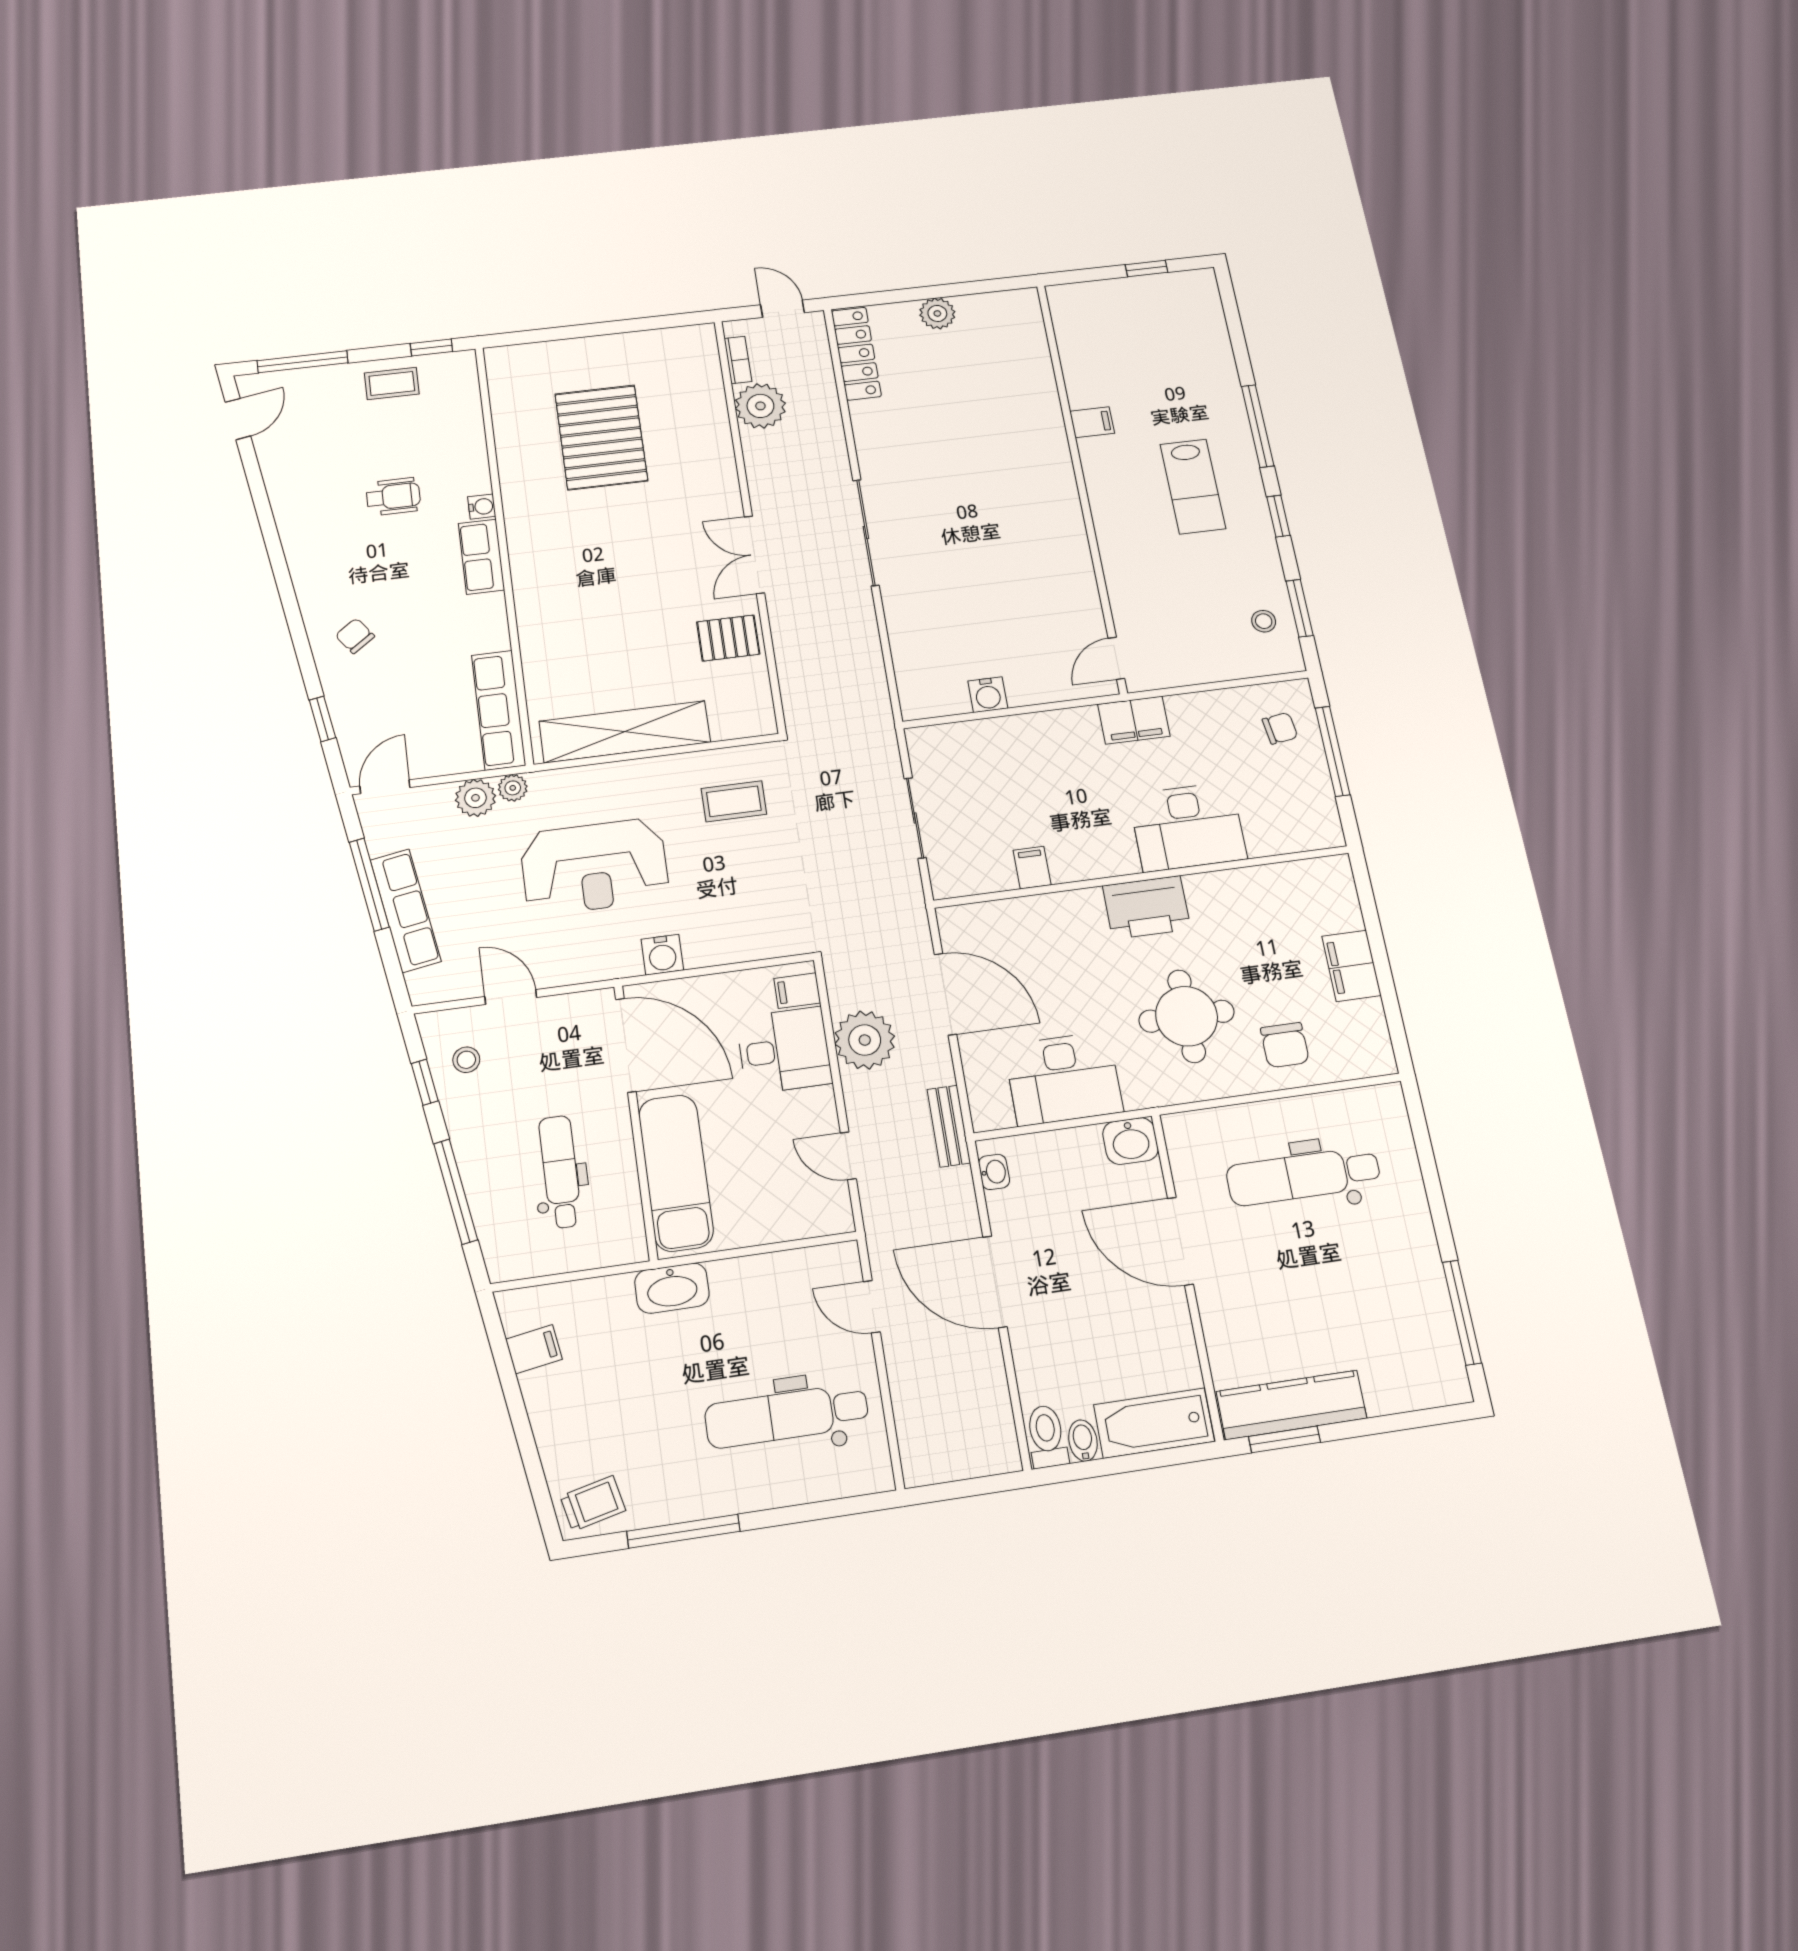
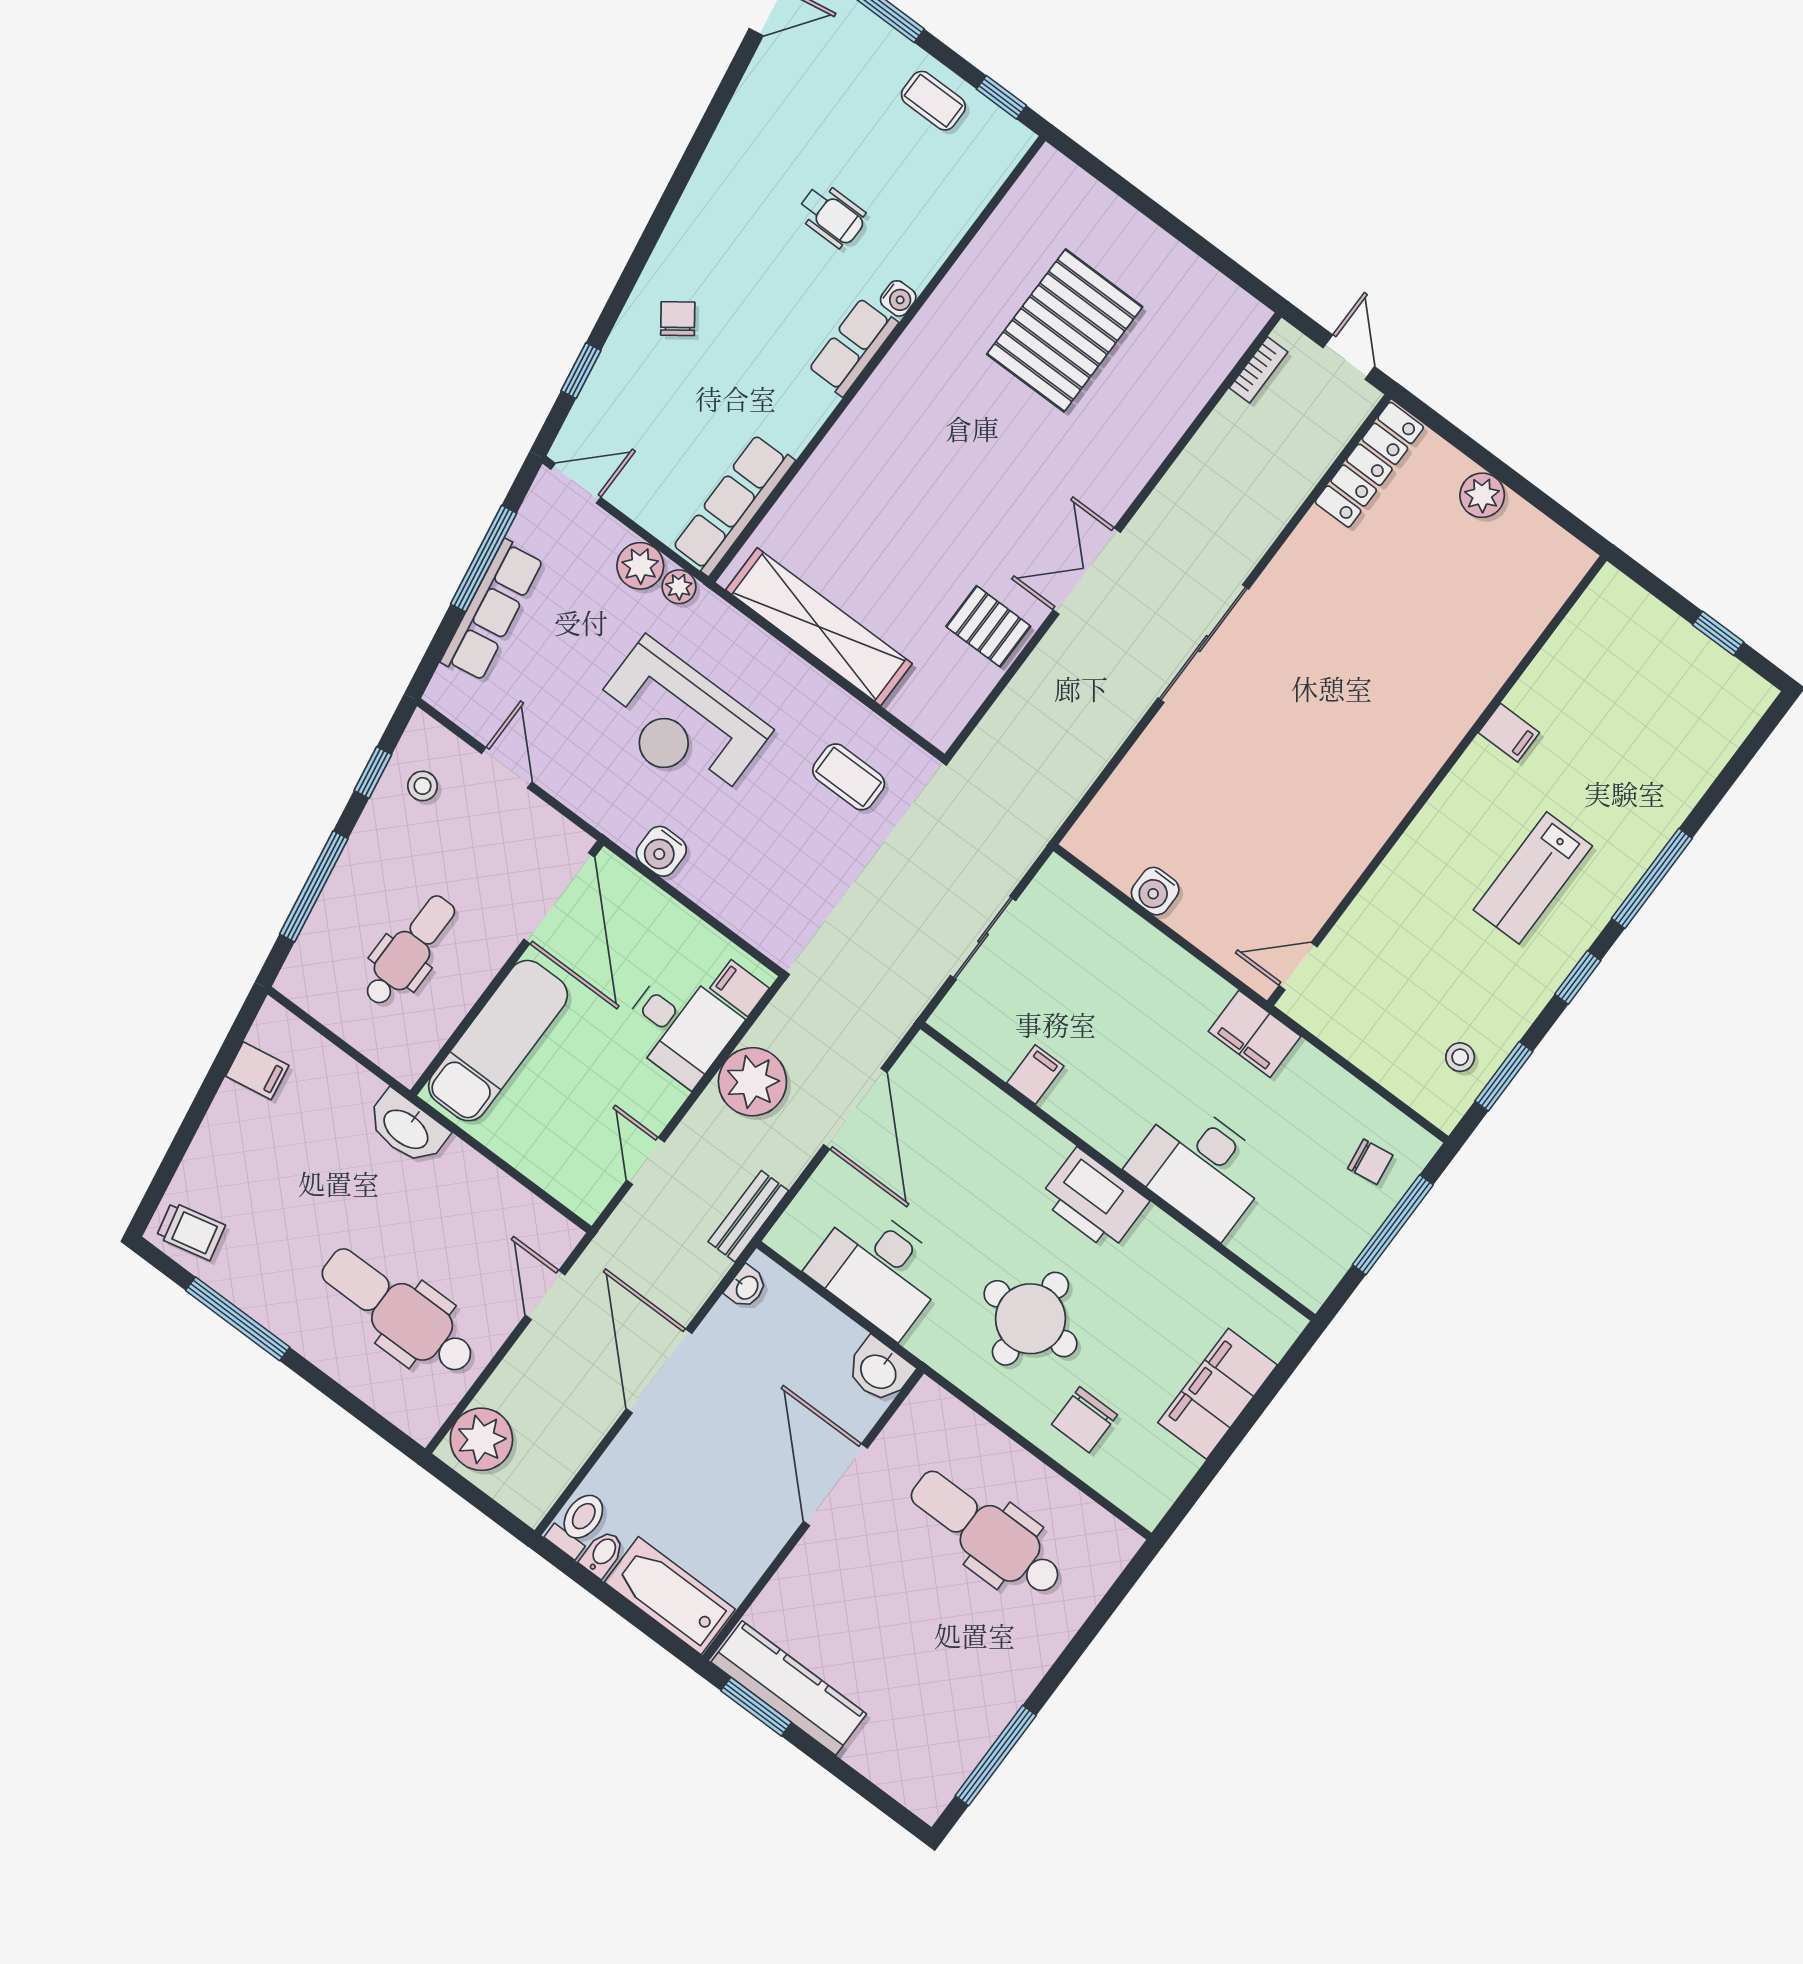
plant: (760, 406) -> (481, 1439), moved
filing cabinet: (1351, 966) -> (1217, 1394), width x1.50, depth x1.17

